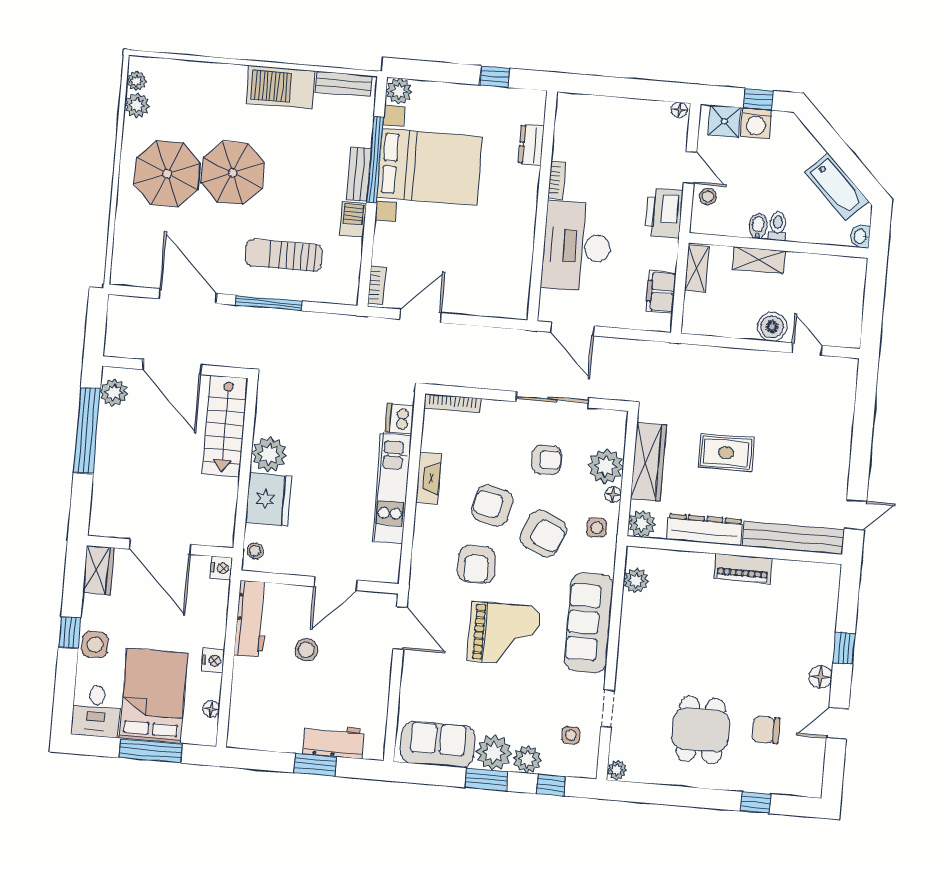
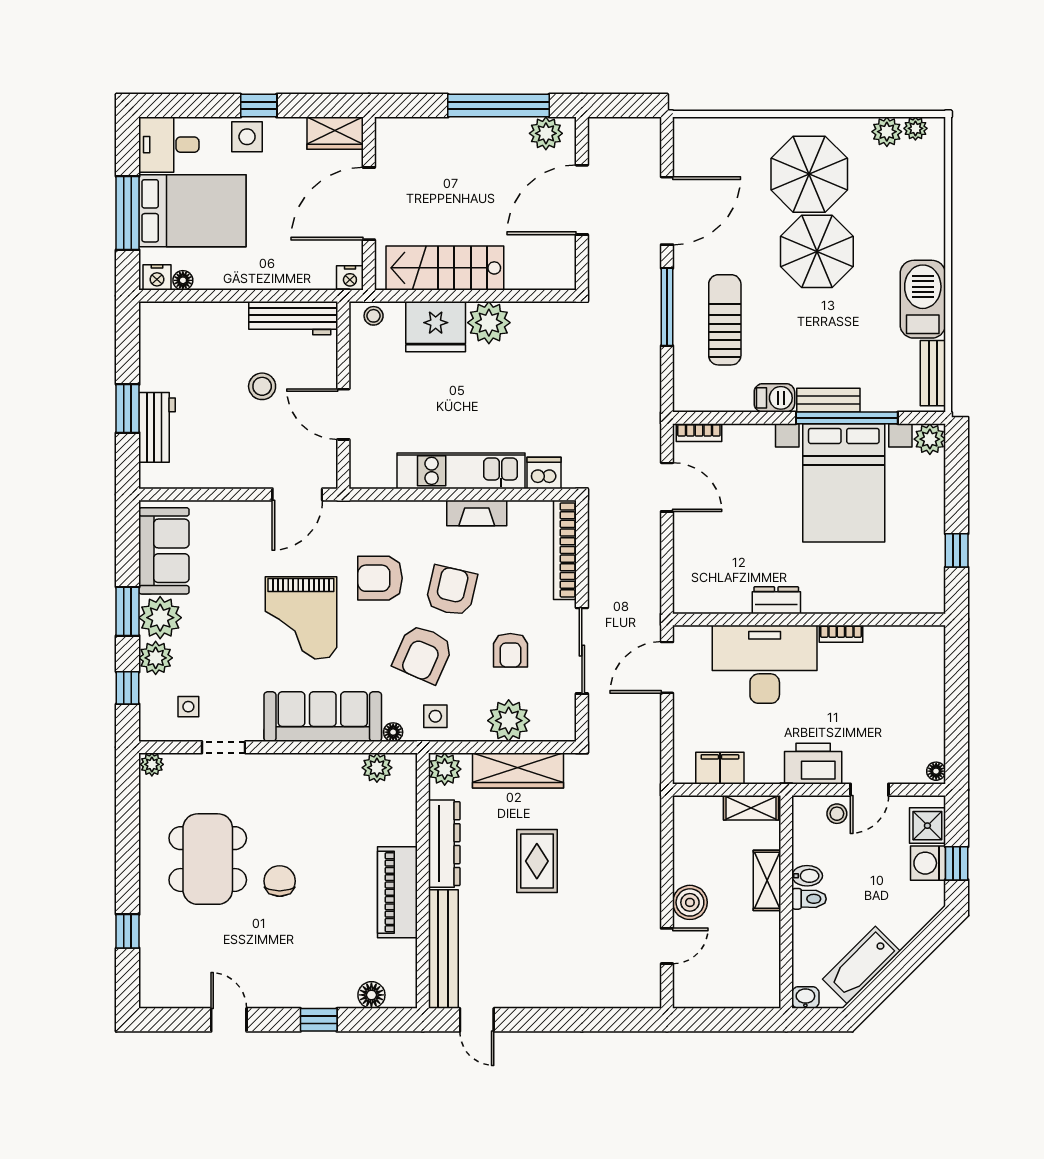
dresser: (531, 145) -> (776, 600), moved
bookcase: (453, 403) -> (565, 550), width x1.48, depth x1.31
stairs: (225, 426) -> (445, 268), moved
floor lamp: (613, 495) -> (393, 732), moved
piano: (743, 568) -> (397, 892), width x1.37, depth x1.33
nightstand: (213, 660) -> (157, 277), moved
floor lamp: (821, 677) -> (371, 995), moved
dining table: (701, 730) -> (208, 859), width x1.37
chair: (766, 730) -> (280, 881), moved

